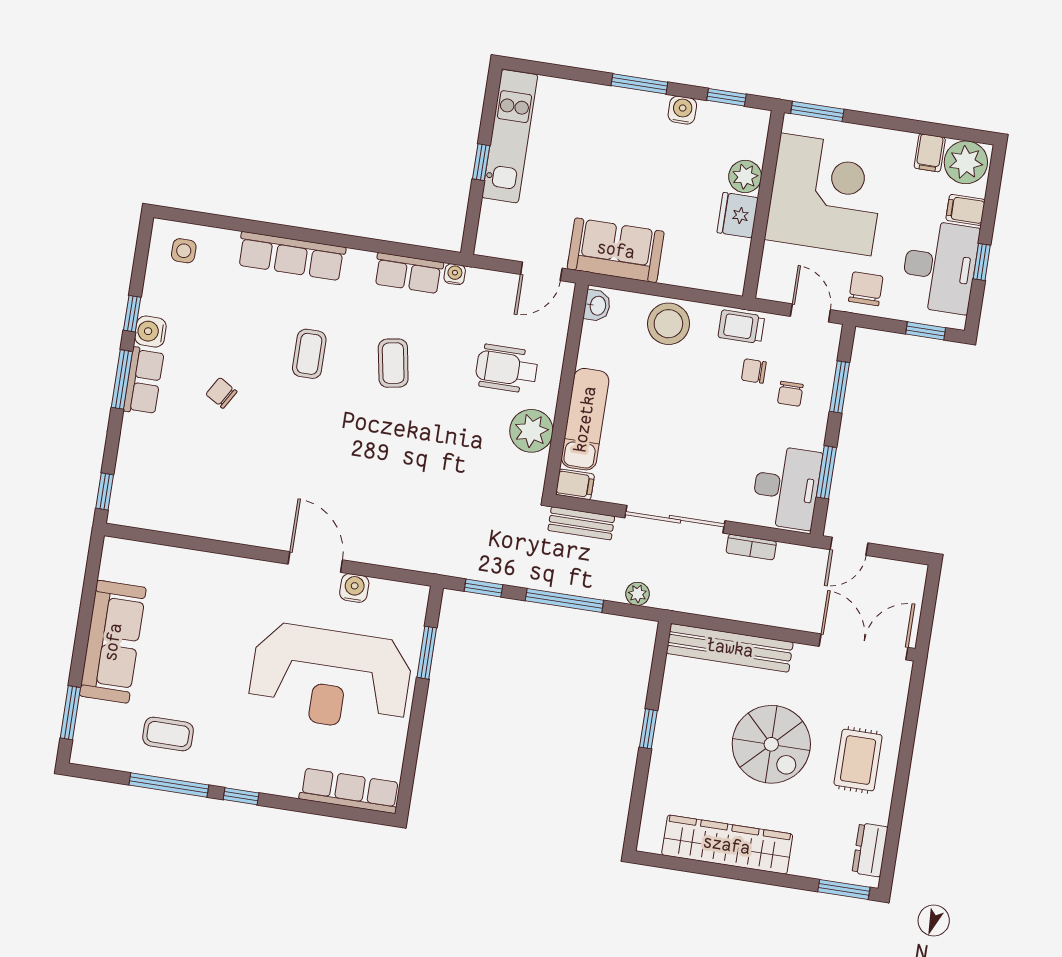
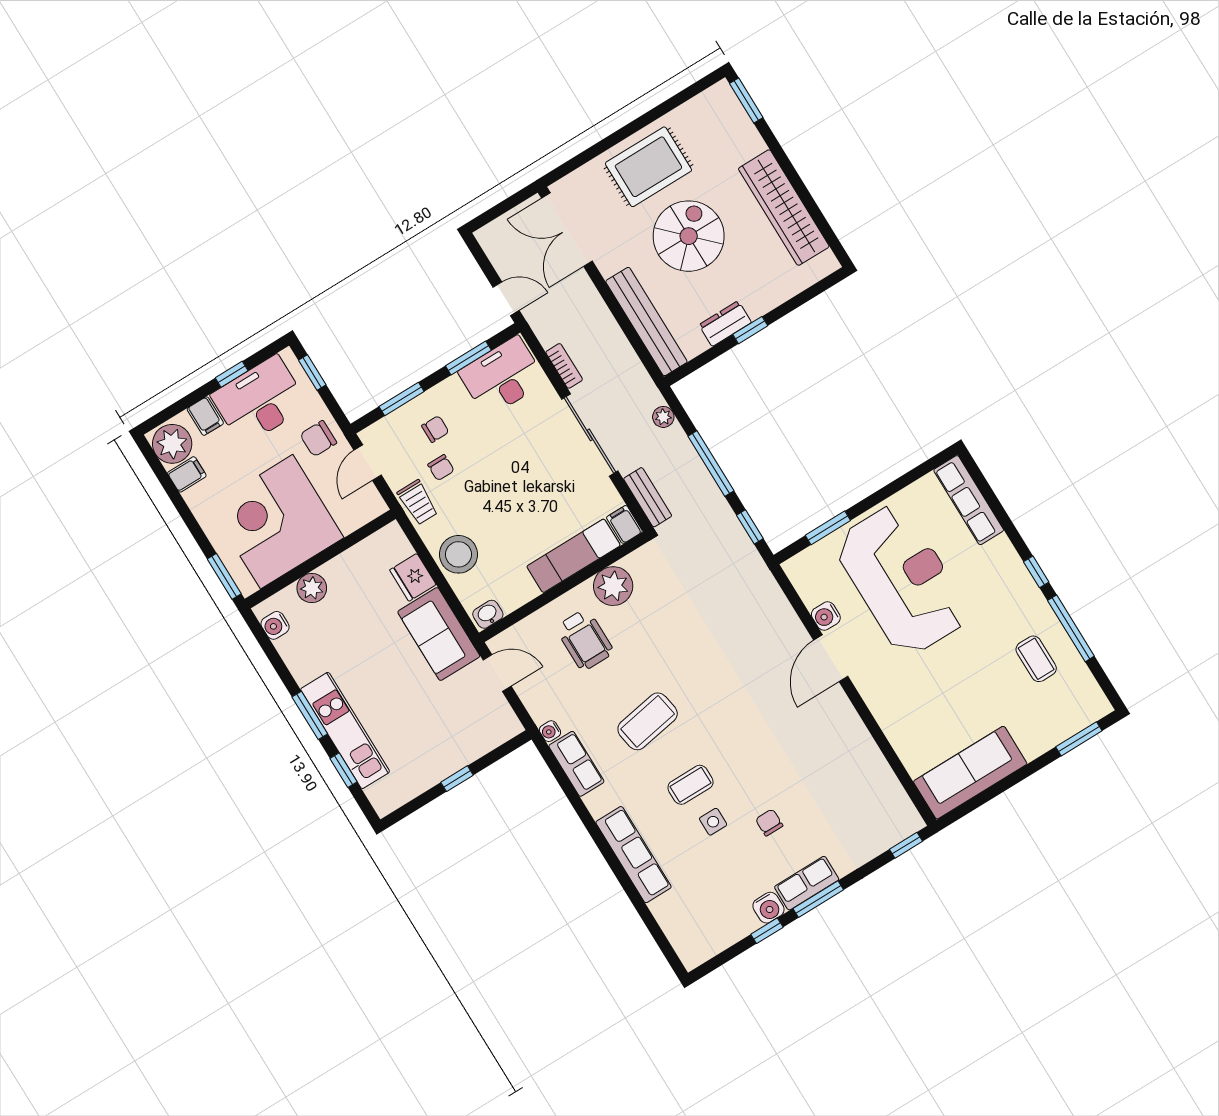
window: (726, 97) -> (343, 770), moved
water cooler: (682, 110) -> (275, 625), moved
kitchen unit: (510, 136) -> (345, 730), moved, turned 90
fridge: (738, 215) -> (413, 577), moved, turned 90
side table: (184, 251) -> (713, 822), moved
coffee table: (393, 363) -> (648, 721), width x1.36, depth x1.30
chair: (221, 393) -> (769, 823), turned 149
sofa: (113, 642) -> (970, 773), moved
rug: (858, 760) -> (648, 167), width x1.36, depth x1.43
dresser: (870, 850) -> (725, 324), moved, turned 180

